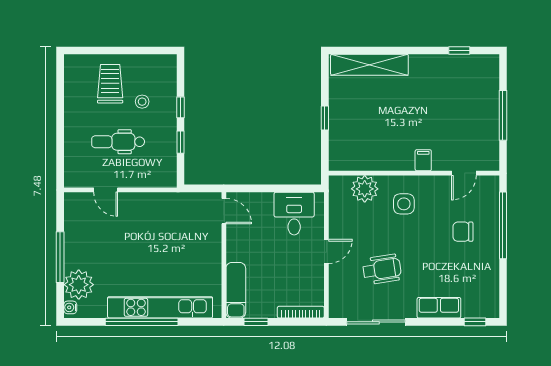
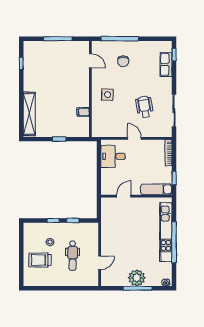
filing cabinet: (423, 160) -> (83, 112), moved
plant: (365, 189) -> (99, 117), removed
door: (224, 211) -> (124, 196), moved
plant: (79, 285) -> (137, 278), moved
row of seats: (439, 308) -> (166, 64), moved

